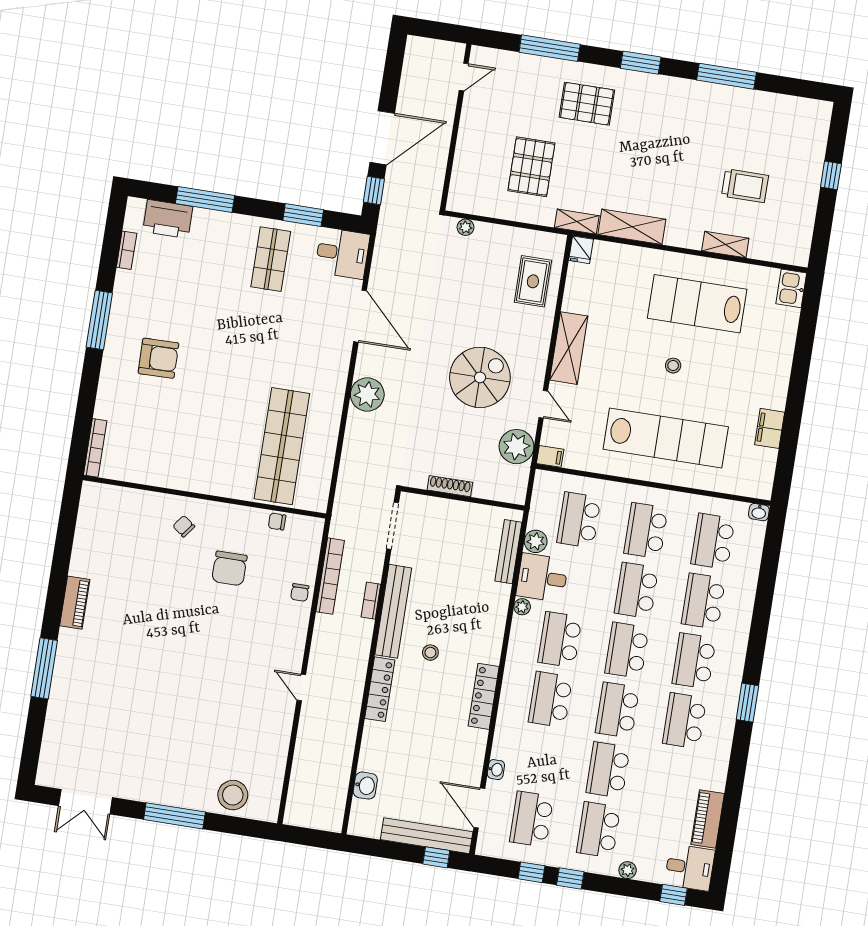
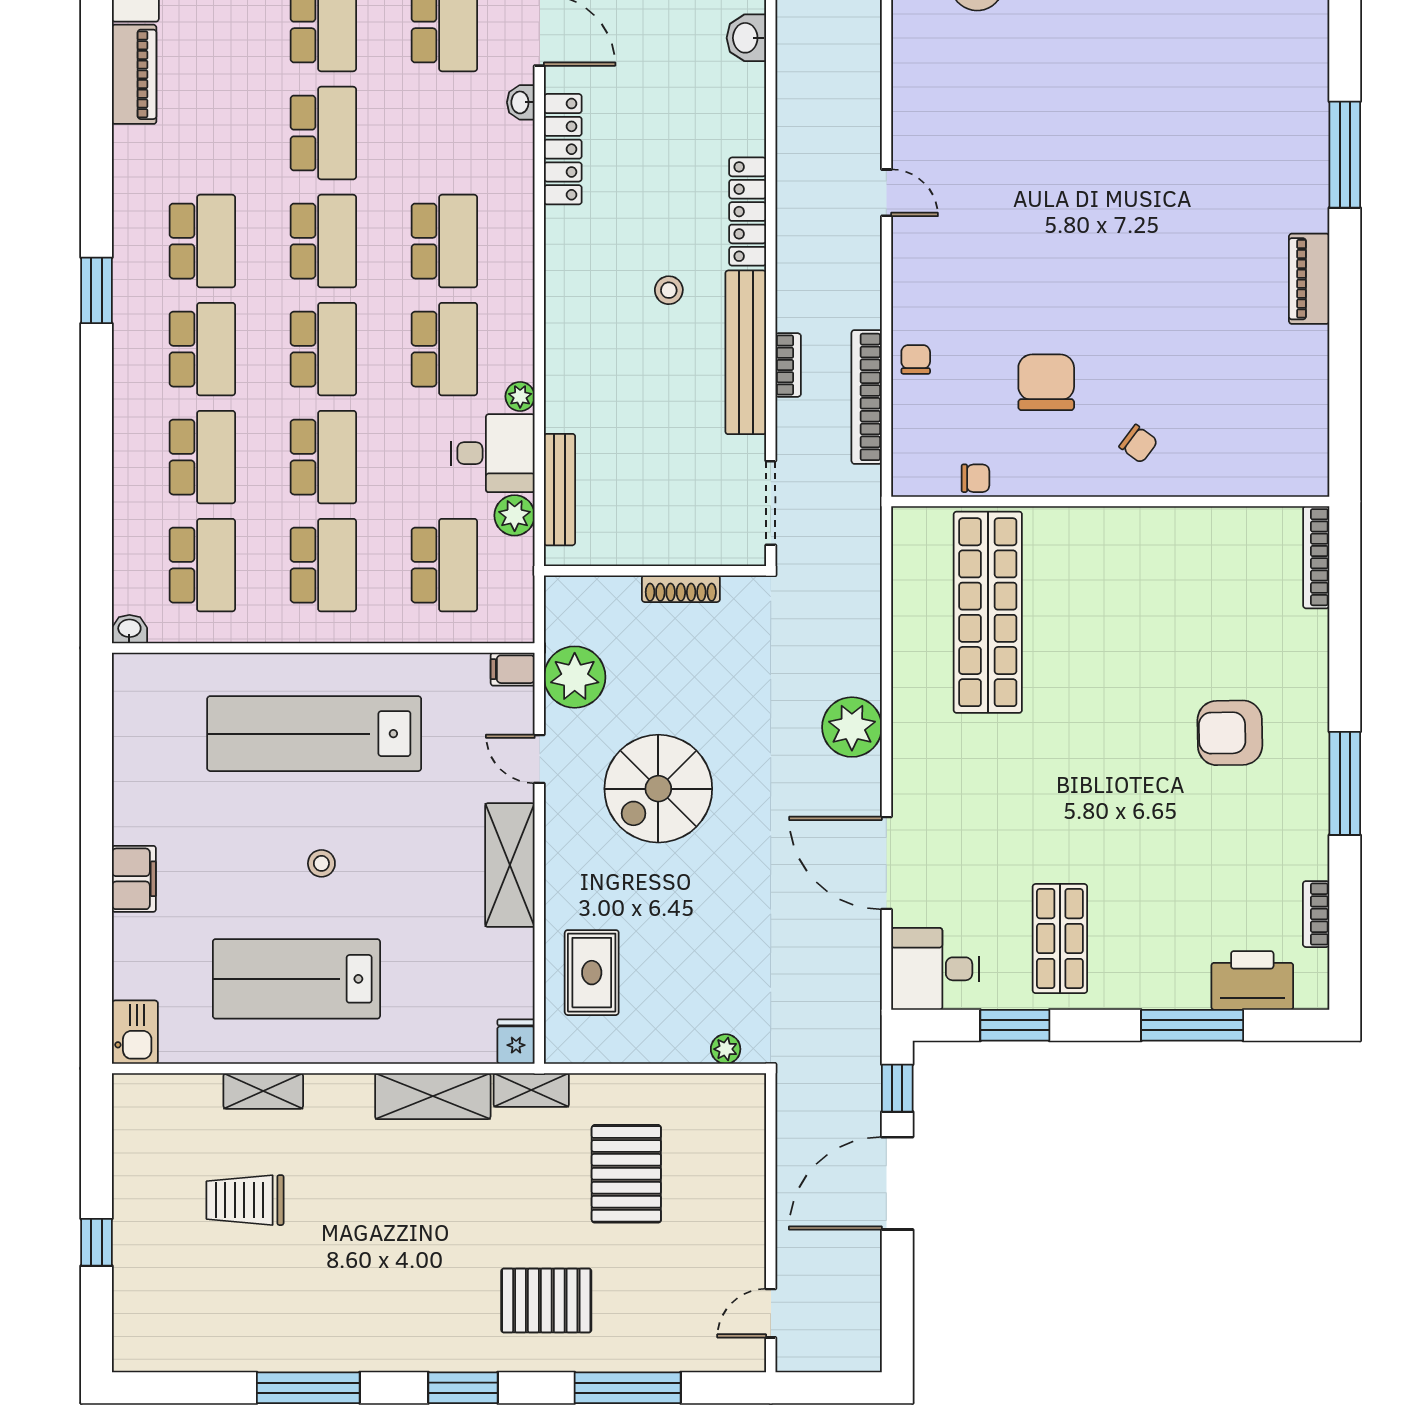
lab bench: (697, 304) -> (296, 979), turned 180
filing cabinet: (770, 428) -> (134, 879), moved
locker: (484, 696) -> (563, 149), moved

